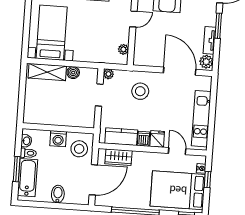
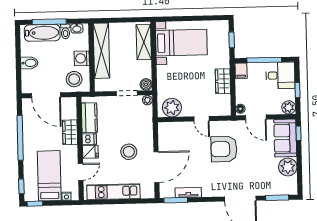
window: (218, 26) -> (176, 200), moved
plant: (123, 49) -> (172, 108), width x1.88, depth x1.88
plant: (206, 62) -> (168, 191), removed
boiler: (73, 73) -> (146, 84), moved
stool: (140, 91) -> (129, 152), moved
shelving: (52, 117) -> (101, 51), added
wardrobe: (119, 157) -> (70, 132), moved
window: (17, 169) -> (49, 22), width x1.44
window: (207, 180) -> (35, 204), moved
bed: (178, 190) -> (49, 176), width x0.67

